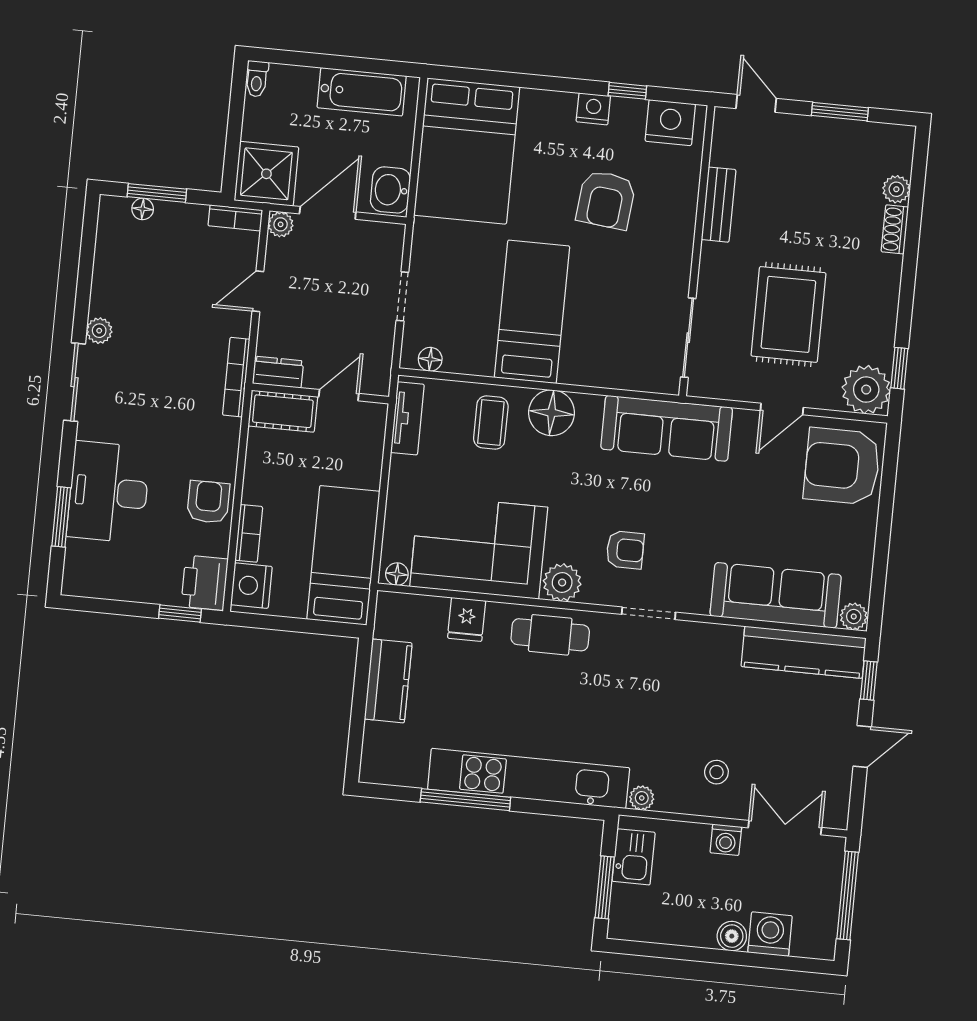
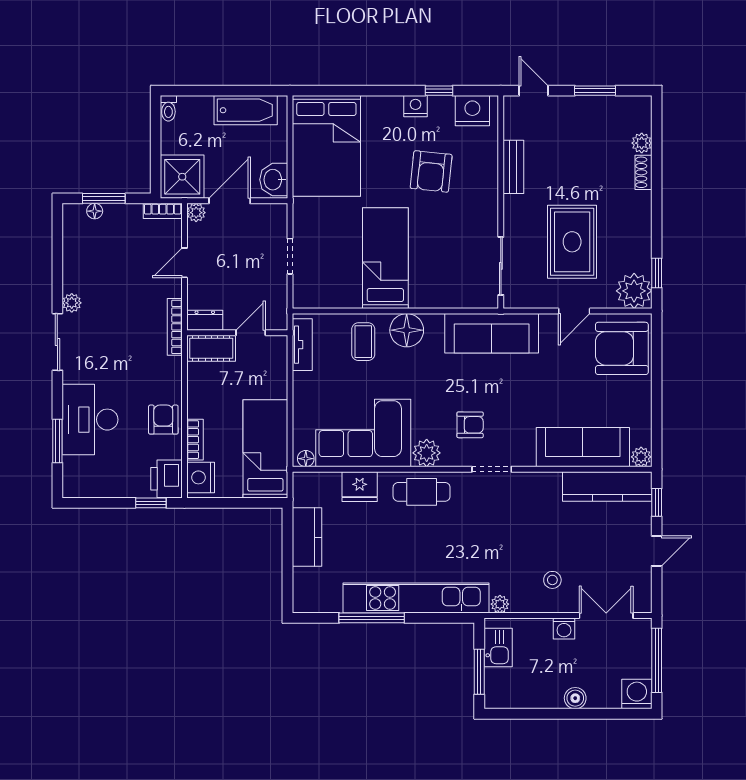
floor lamp: (430, 359) -> (315, 300), removed
fridge: (467, 619) -> (360, 487), width x1.38
washing machine: (770, 934) -> (637, 694), moved

